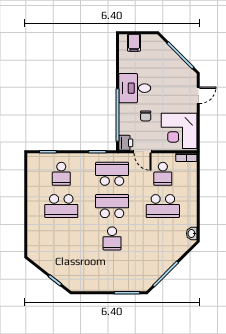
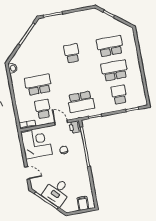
desk: (135, 88) -> (57, 192), moved, turned 135
door: (198, 95) -> (27, 173), swing flipped
school desk: (112, 206) -> (110, 46), moved, turned 180

